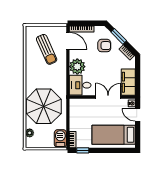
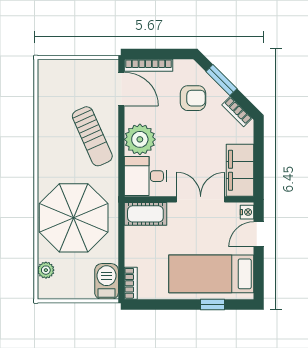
sun lounger: (47, 49) -> (92, 136), moved
cot: (80, 104) -> (145, 214), added
door: (138, 115) -> (259, 234), hinge flipped
window: (83, 150) -> (212, 304), moved

